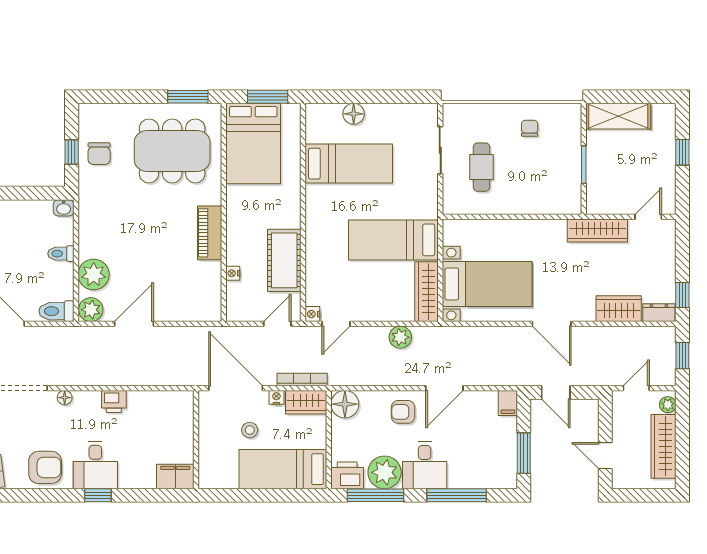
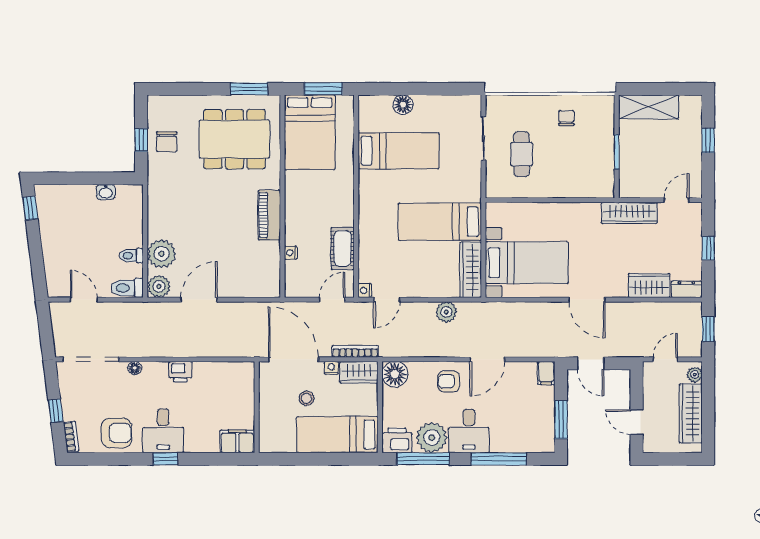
washbasin: (64, 208) -> (106, 192), moved
toilet: (61, 254) -> (131, 256), moved
cot: (284, 260) -> (343, 249), width x0.73, depth x0.75
window: (682, 295) -> (708, 248), moved

